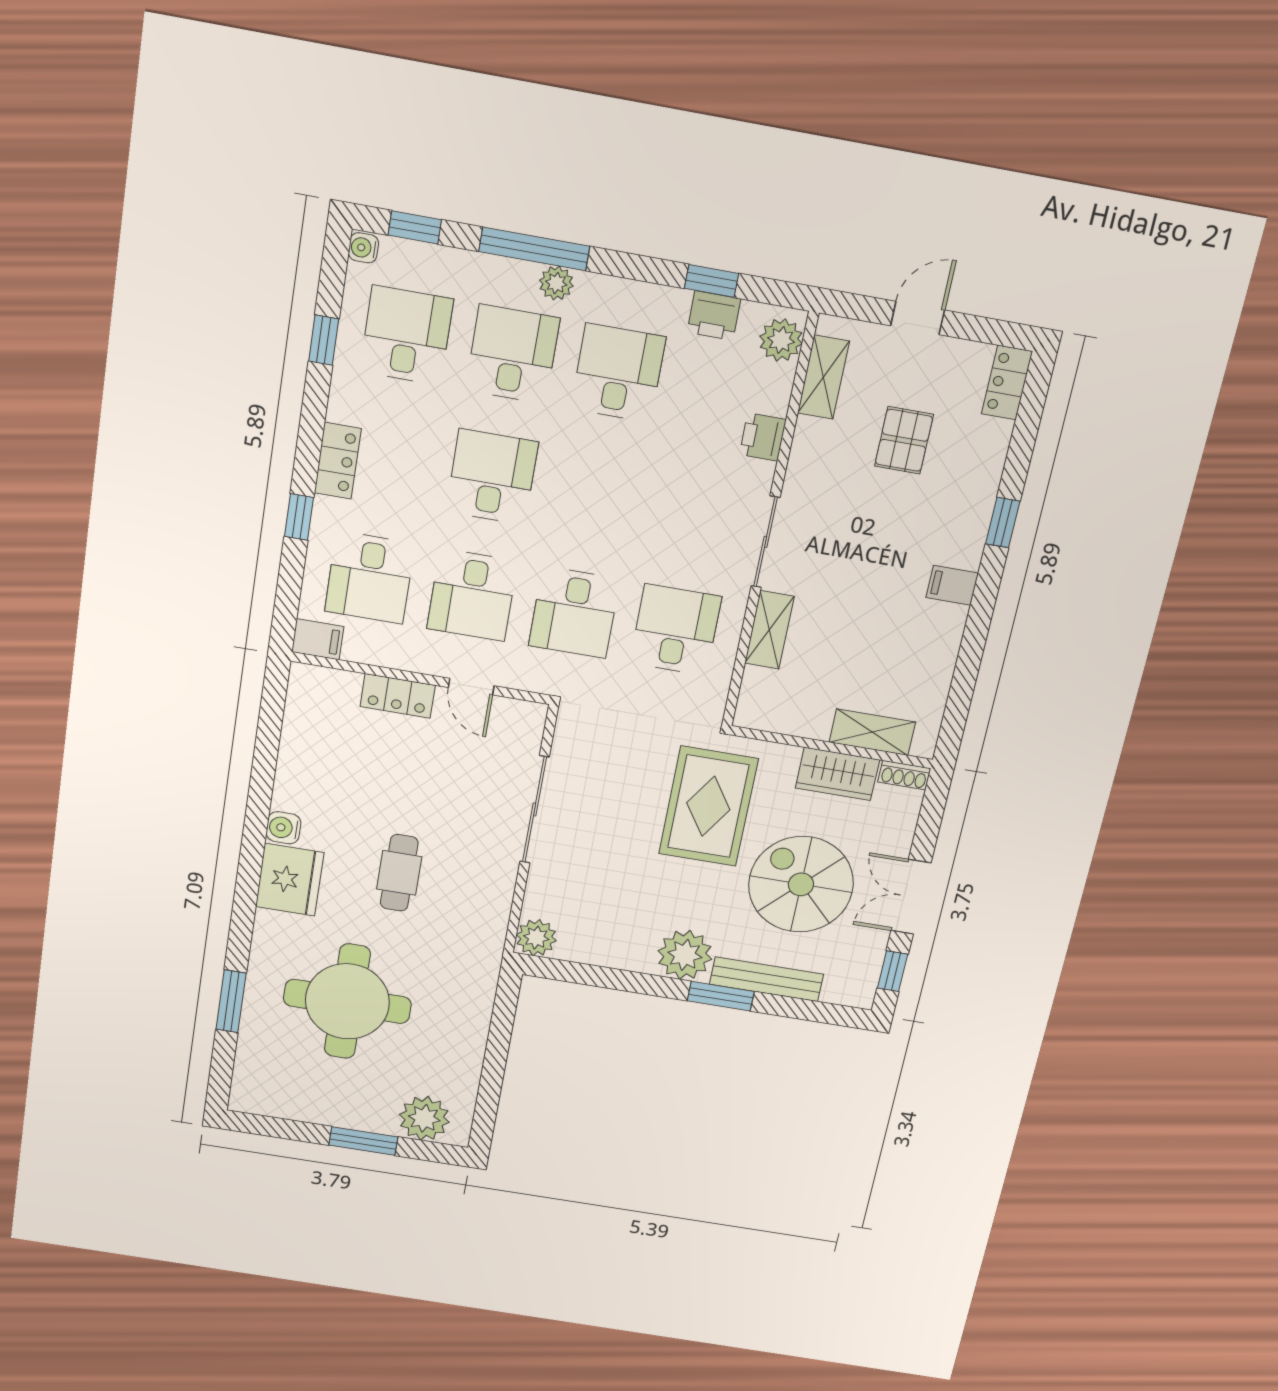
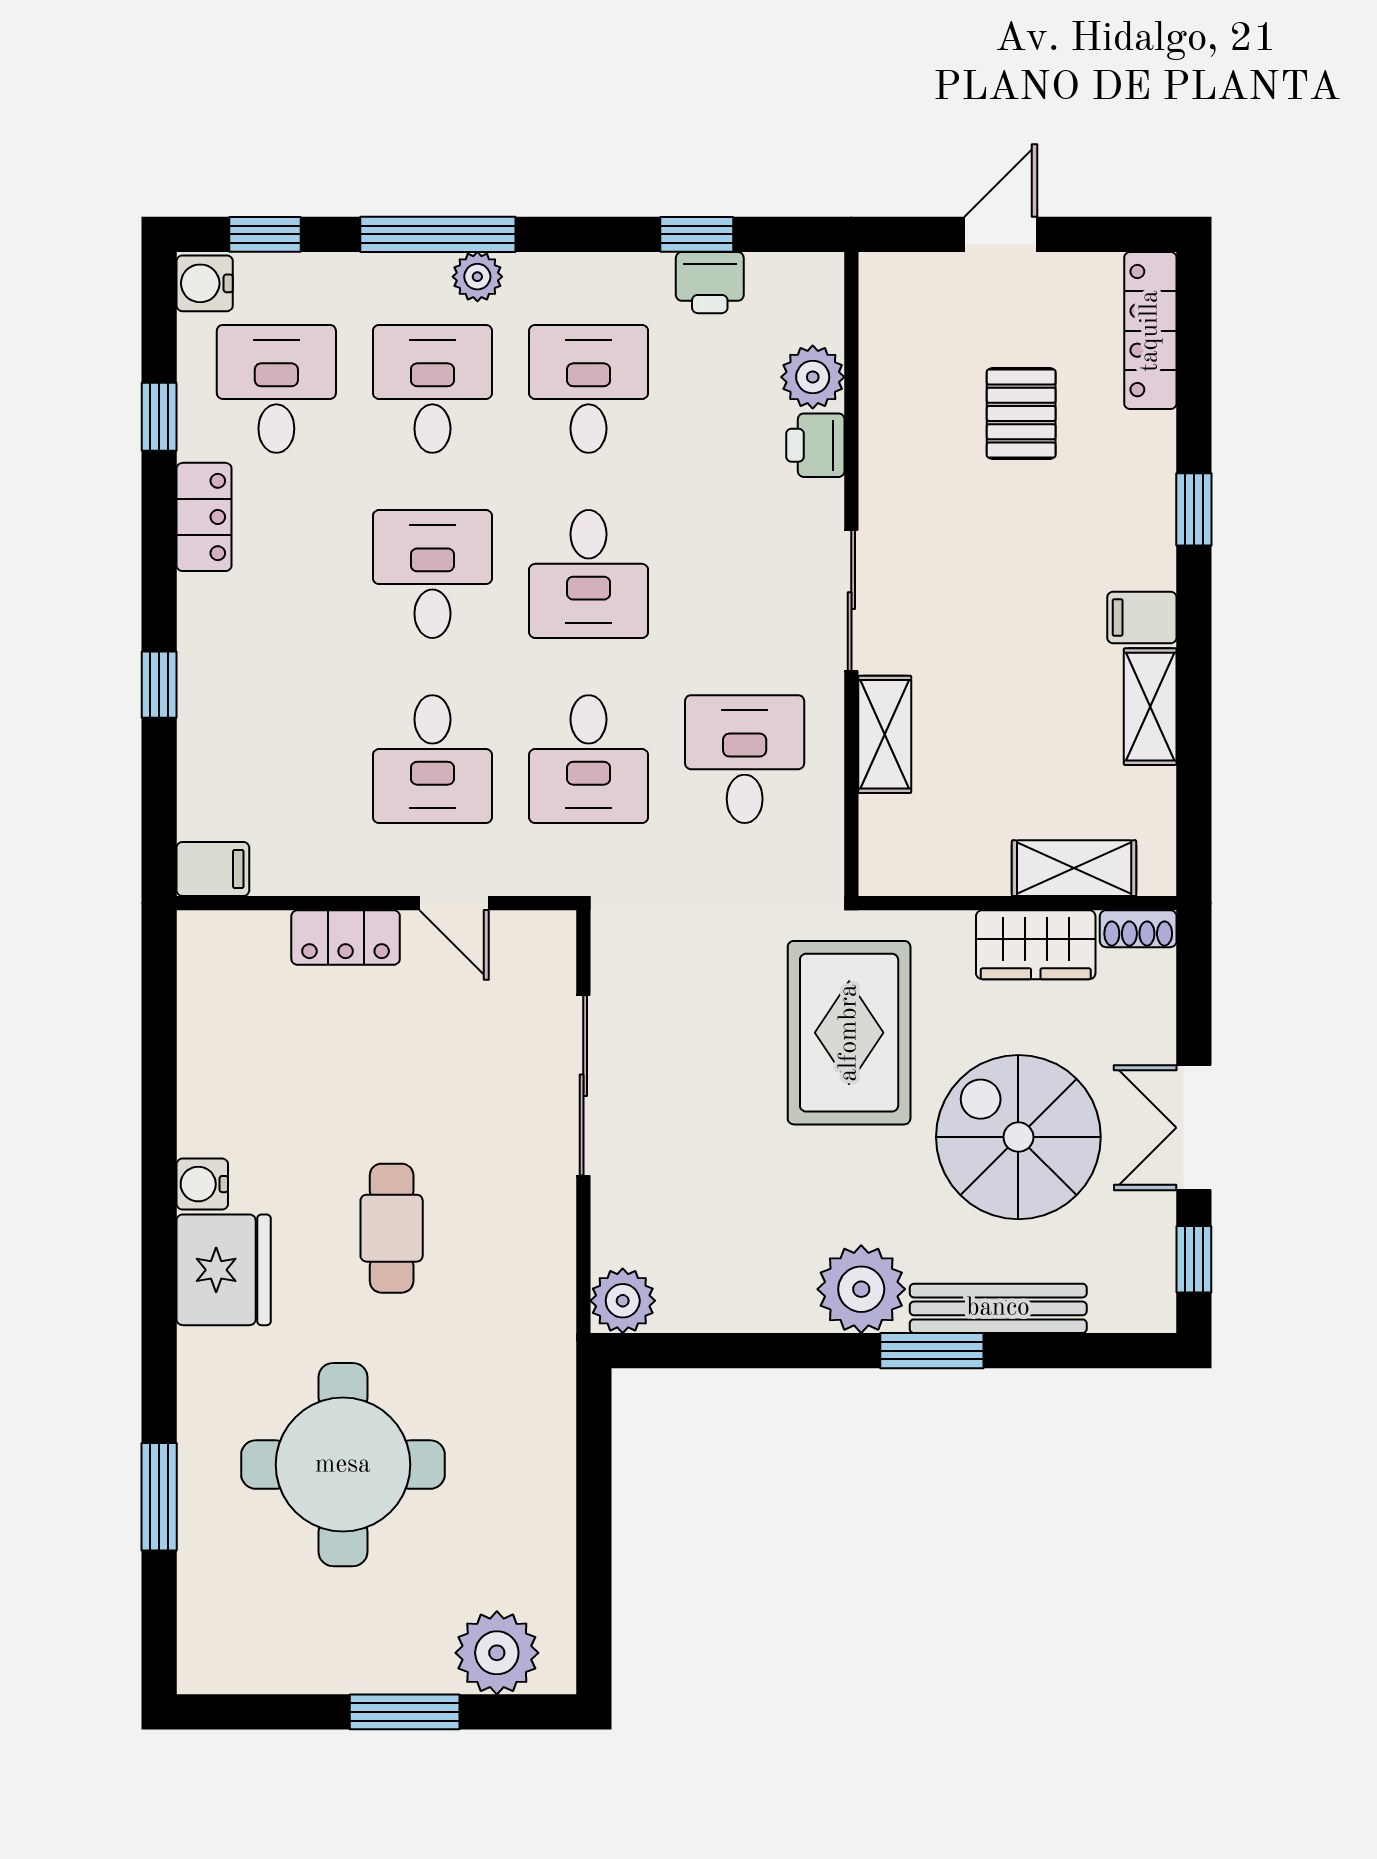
water cooler: (363, 248) -> (205, 283), width x1.38, depth x1.38
plant: (781, 340) -> (813, 377), moved
shelving: (823, 377) -> (1150, 707), moved
locker: (1007, 383) -> (1150, 331), width x1.53
locker: (338, 461) -> (204, 517), moved
desk: (370, 578) -> (589, 574), moved

